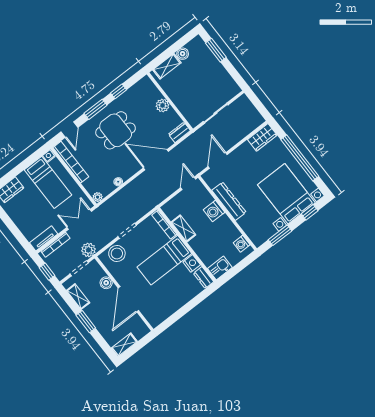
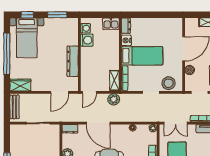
bench: (251, 111) -> (14, 107), added
bed with nightstands: (286, 194) -> (27, 38), width x0.73
washing machine: (214, 211) -> (87, 40), moved
shelving: (183, 228) -> (114, 80), moved
plant: (88, 250) -> (114, 99), moved

